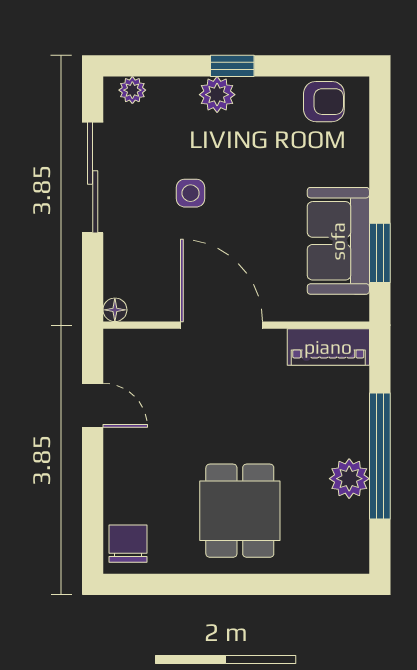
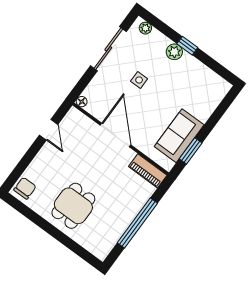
armchair: (324, 102) -> (210, 82), removed
plant: (349, 479) -> (121, 223), removed

